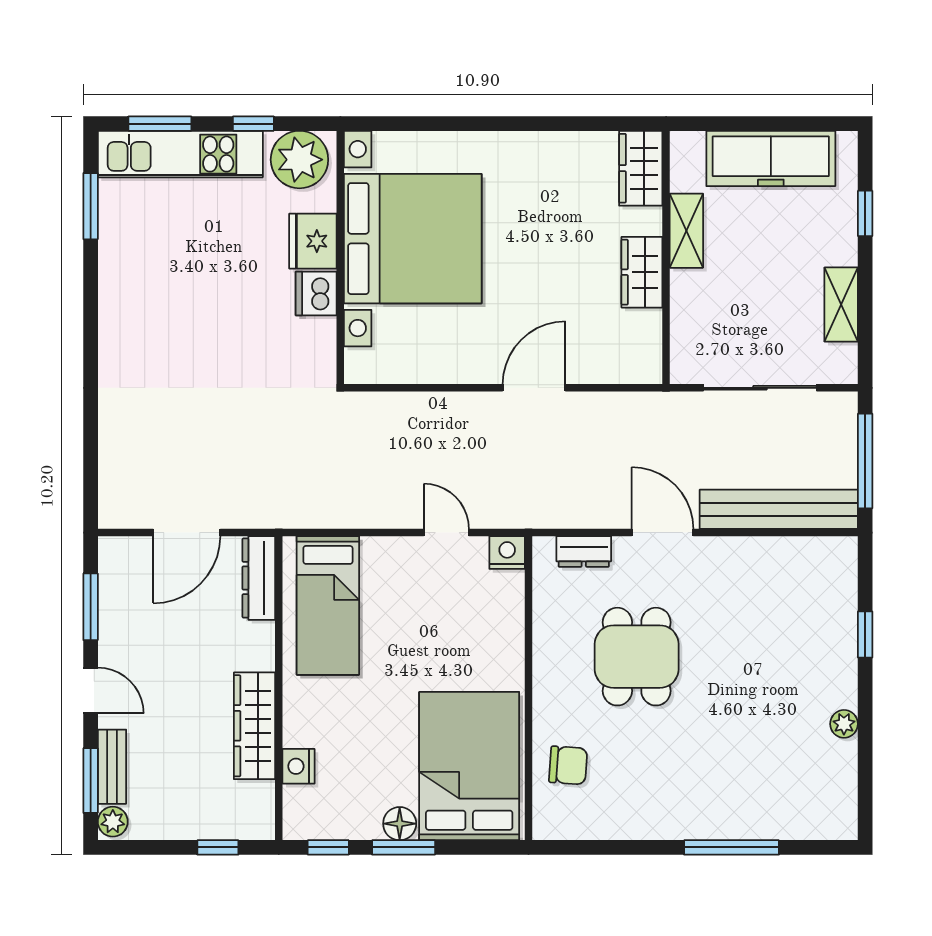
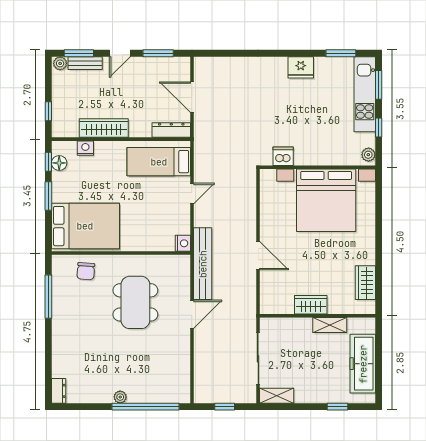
plant: (299, 160) -> (368, 155), width x0.53, depth x0.53
wardrobe: (641, 168) -> (365, 283), moved, turned -90
fridge: (313, 241) -> (301, 67), moved, turned 180
dishwasher: (316, 293) -> (283, 156), moved
shelving: (841, 305) -> (277, 396), moved
window: (865, 461) -> (225, 407), width x0.46
bench: (779, 509) -> (203, 264), moved
door: (446, 533) -> (192, 193), moved
dresser: (584, 552) -> (59, 391), moved, turned 180
window: (865, 634) -> (145, 407), width x3.17
dining table: (637, 657) -> (135, 302), width x1.38
plant: (844, 724) -> (120, 397), moved
floor lamp: (400, 824) -> (59, 163), moved
window: (731, 847) -> (48, 297), moved

